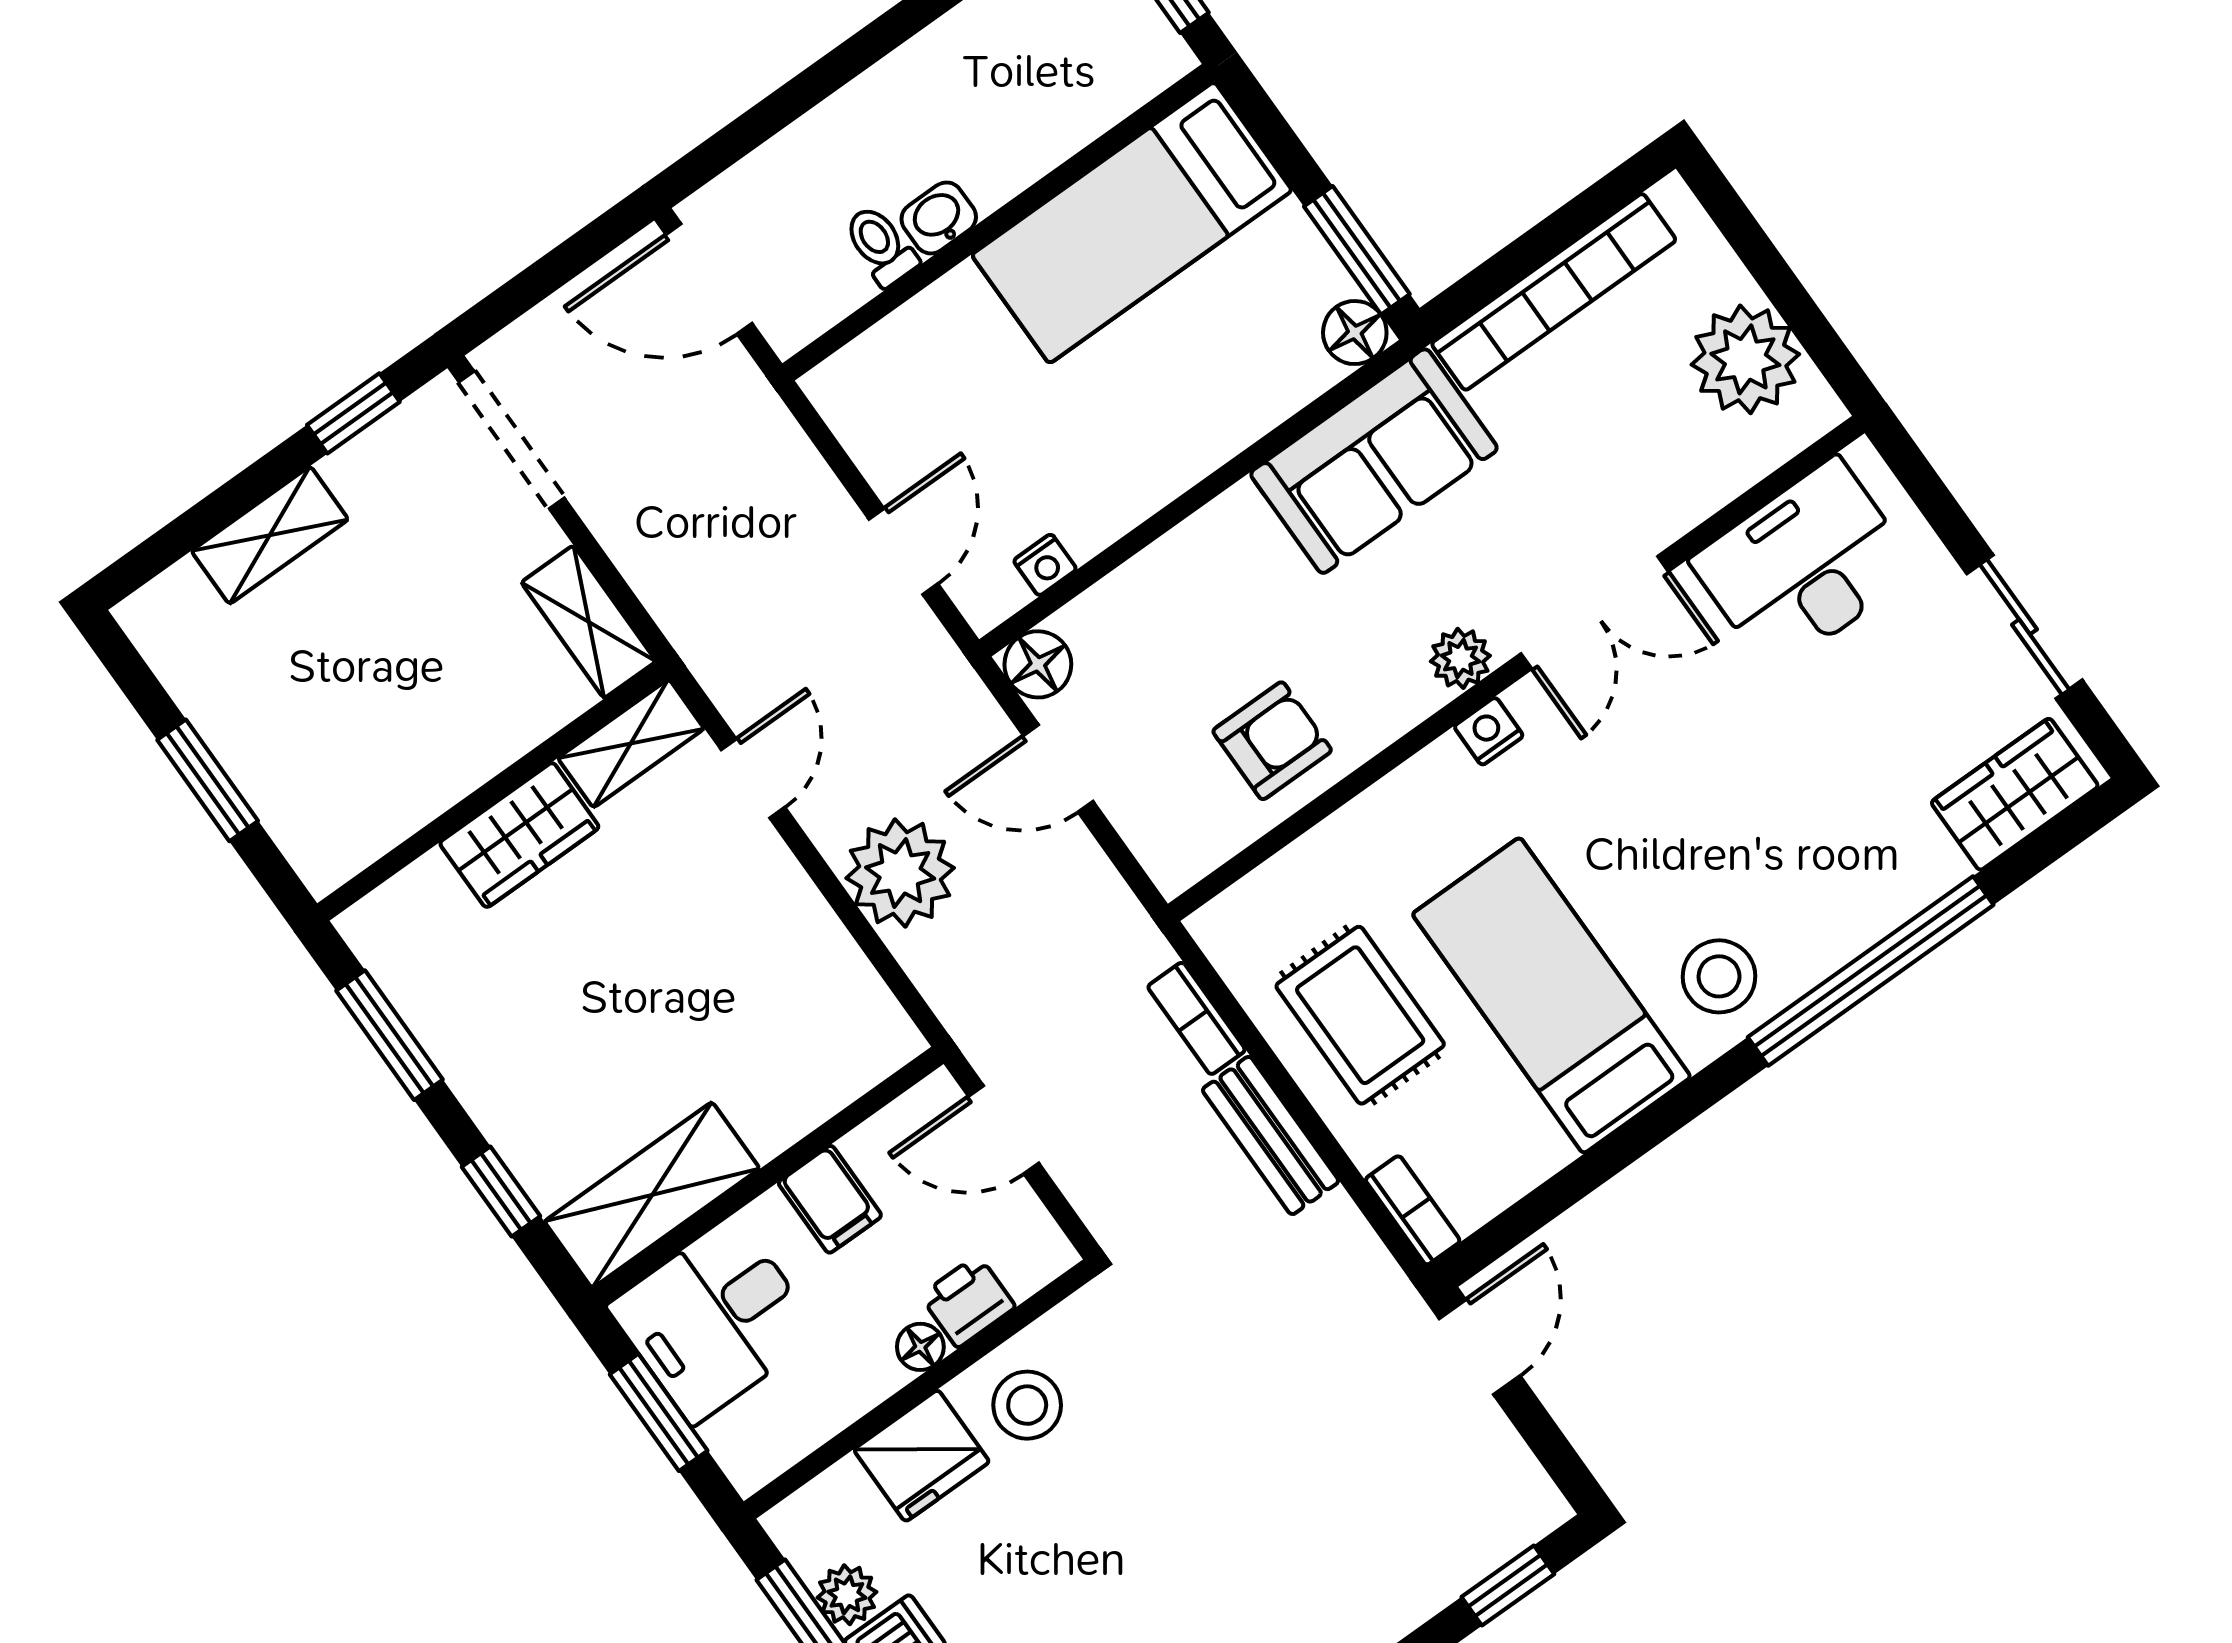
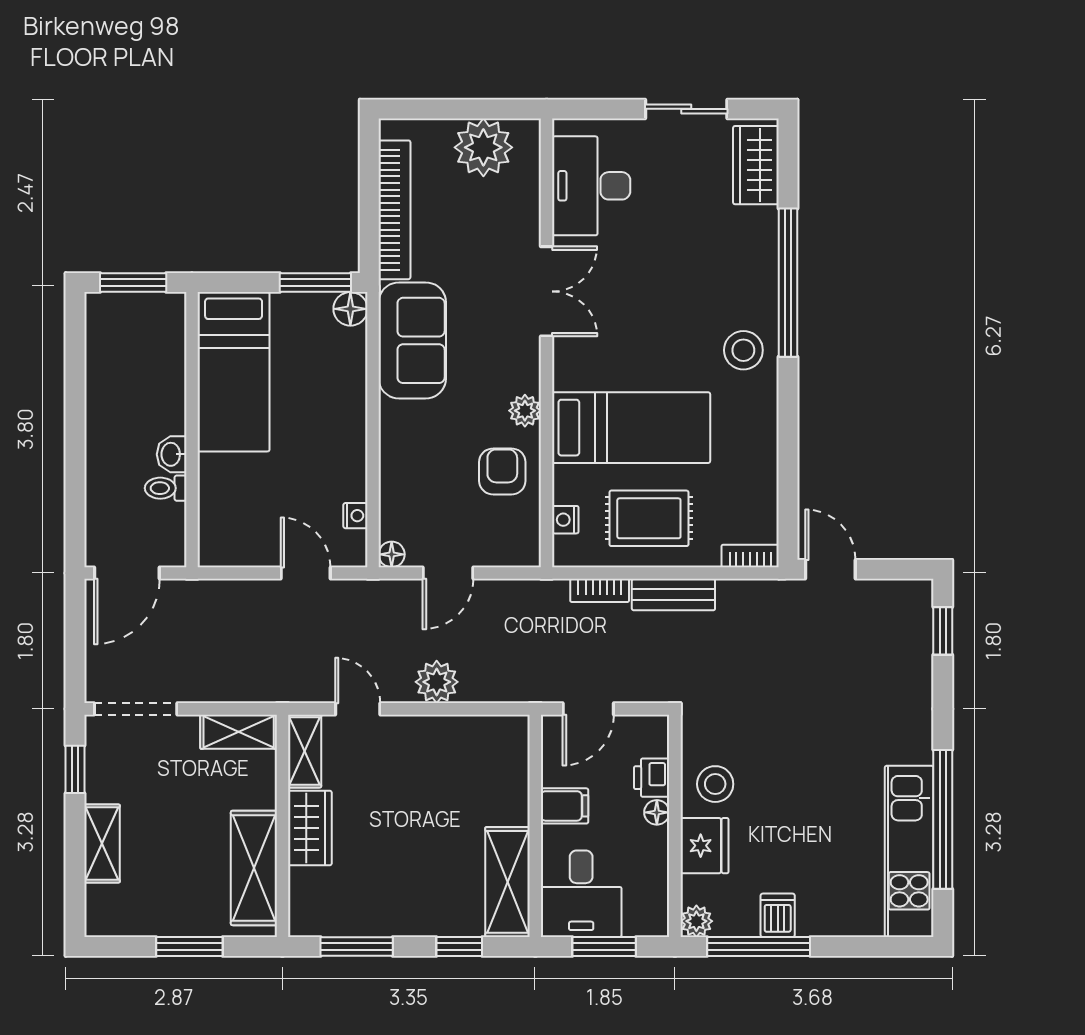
plant: (1460, 658) -> (525, 411), moved
floor lamp: (1038, 664) -> (392, 554), width x0.73, depth x0.73
nightstand: (1489, 731) -> (565, 520), moved
shelving: (398, 793) -> (254, 868), added
plant: (900, 873) -> (437, 682), width x0.73, depth x0.73
bed: (1552, 995) -> (631, 428), moved, turned 180
plant: (847, 1595) -> (696, 921), moved

